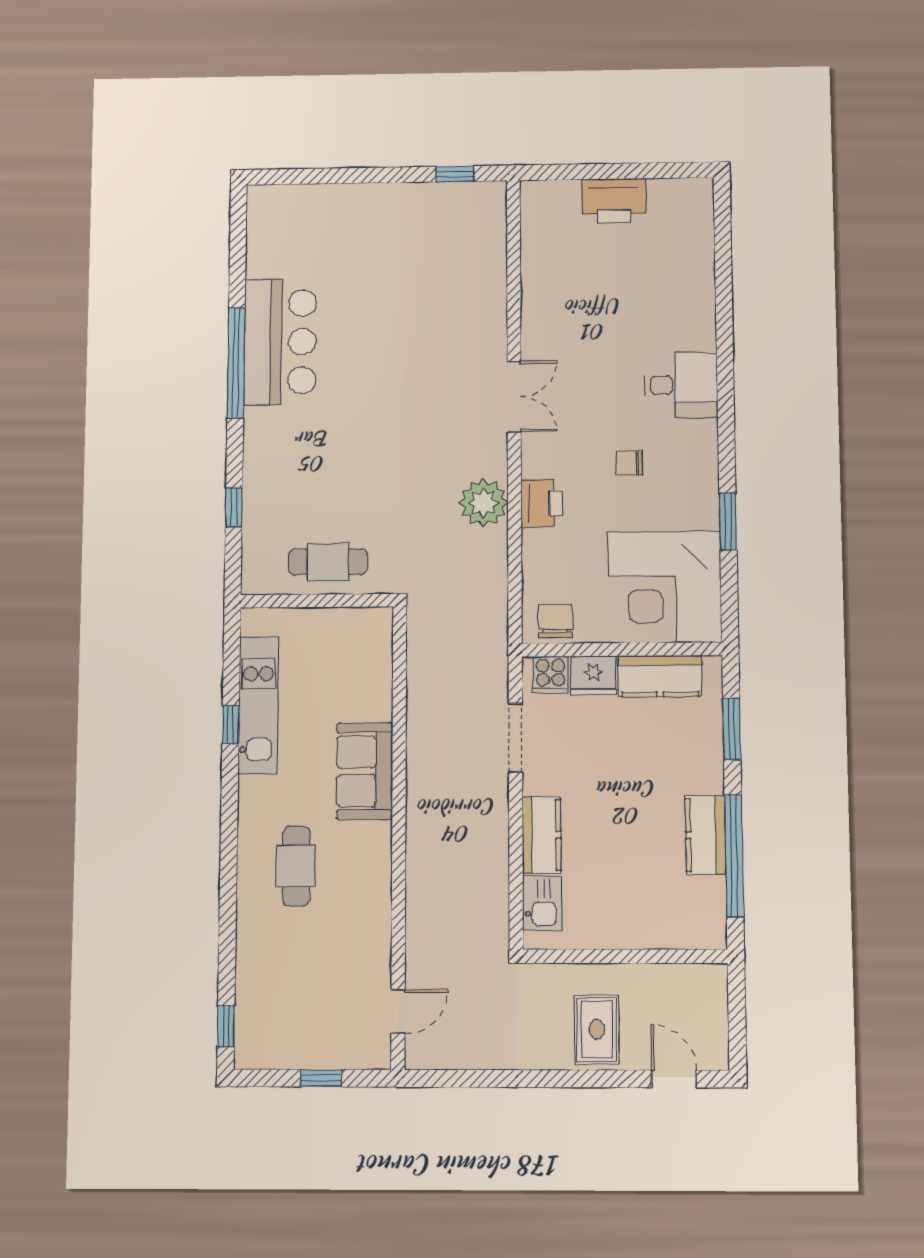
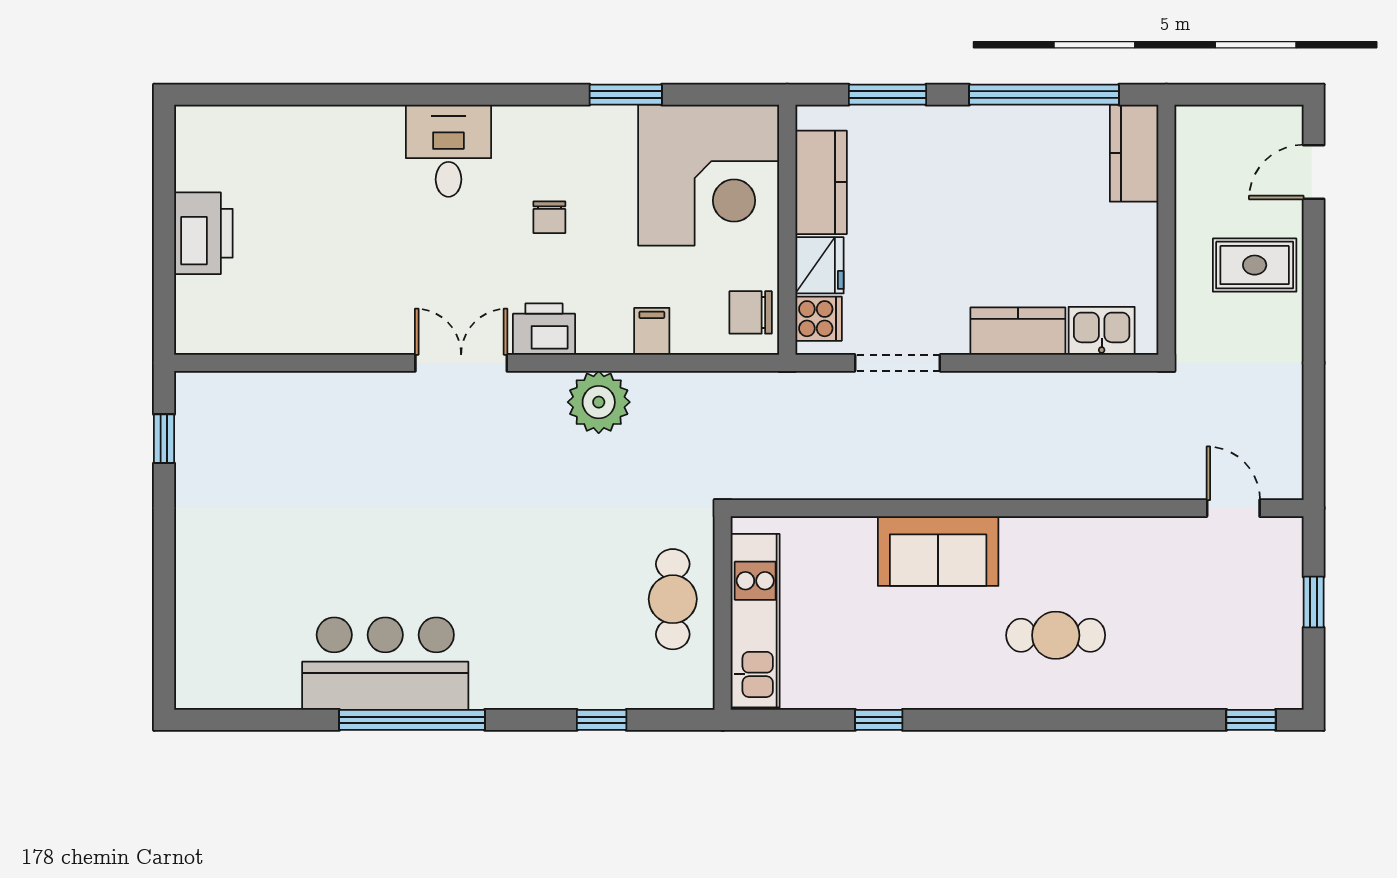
printer: (541, 503) -> (544, 329), moved
filing cabinet: (540, 544) -> (652, 331), added
kitchen unit: (258, 705) -> (755, 621), moved, turned 90
kitchen counter: (706, 835) -> (1134, 153), moved, turned 90

